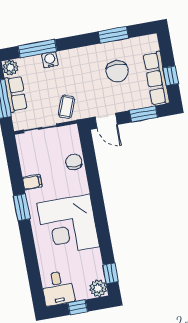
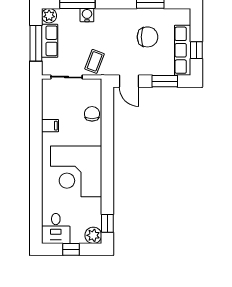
chair: (117, 71) -> (148, 37), turned -90
window: (22, 207) -> (36, 147), removed

